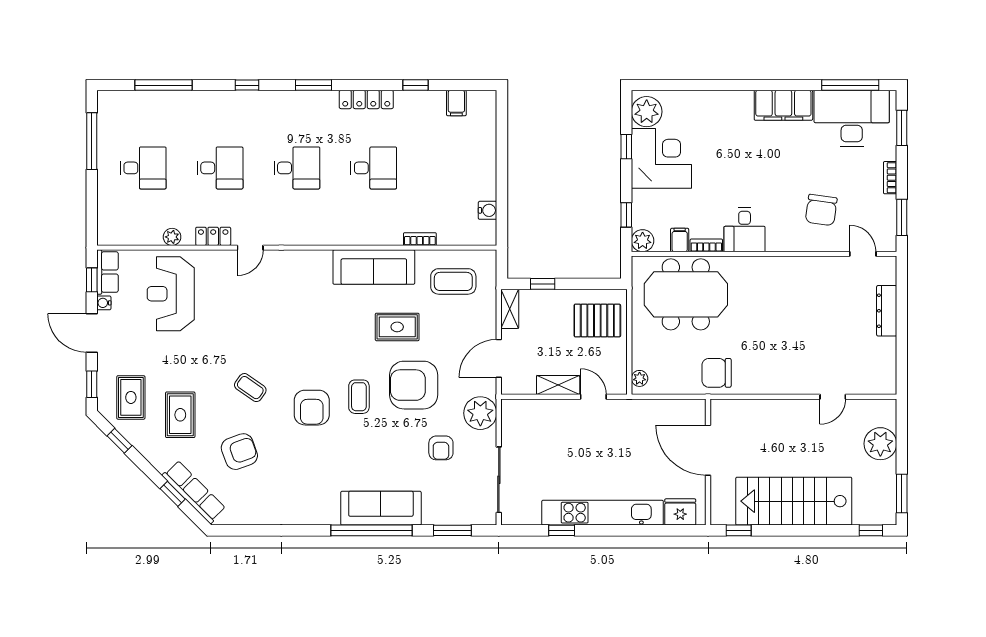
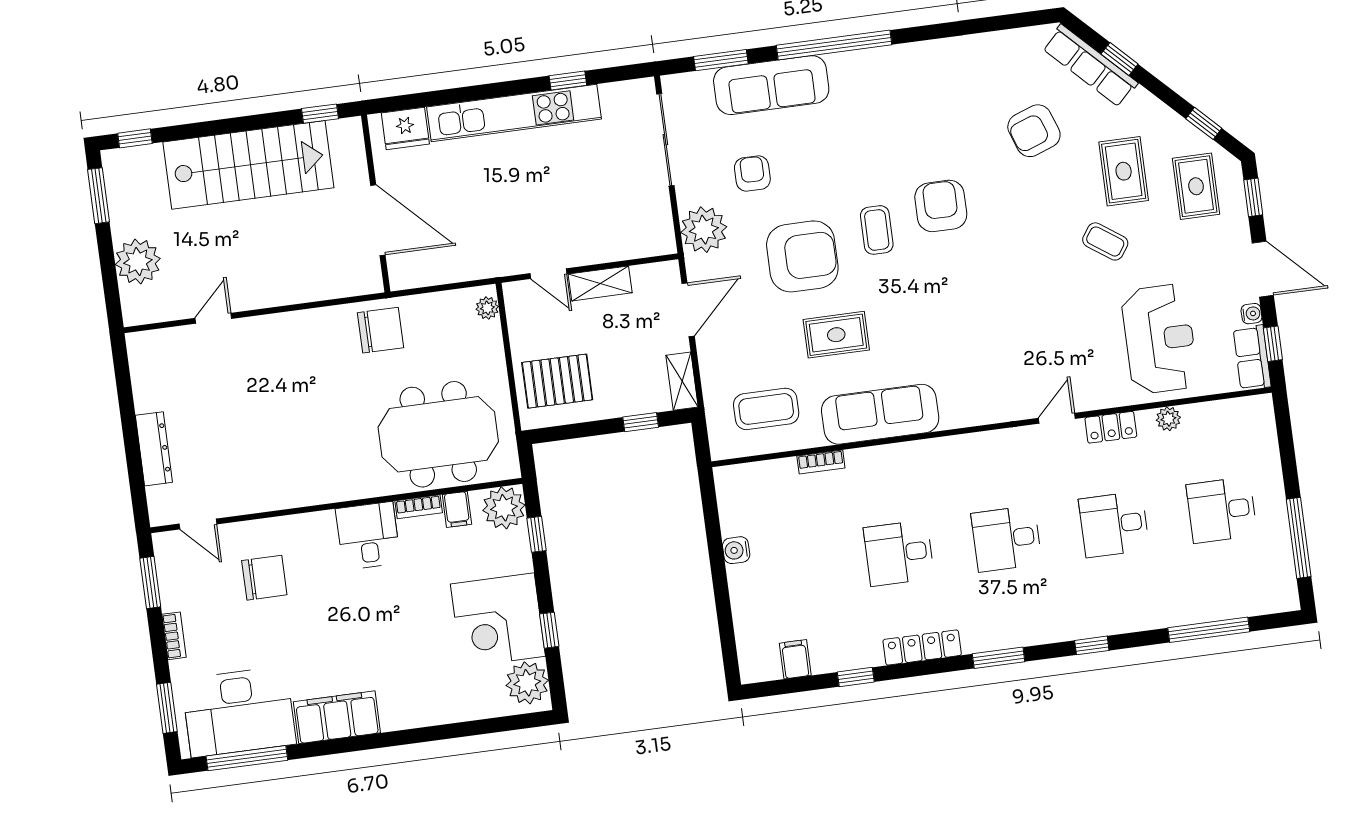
water cooler: (488, 210) -> (736, 550), moved
chair: (821, 210) -> (264, 578), turned 82
plant: (643, 241) -> (504, 508), width x1.36, depth x1.36
coffee table: (250, 388) -> (1105, 241), moved
sofa: (381, 508) -> (771, 85), moved

